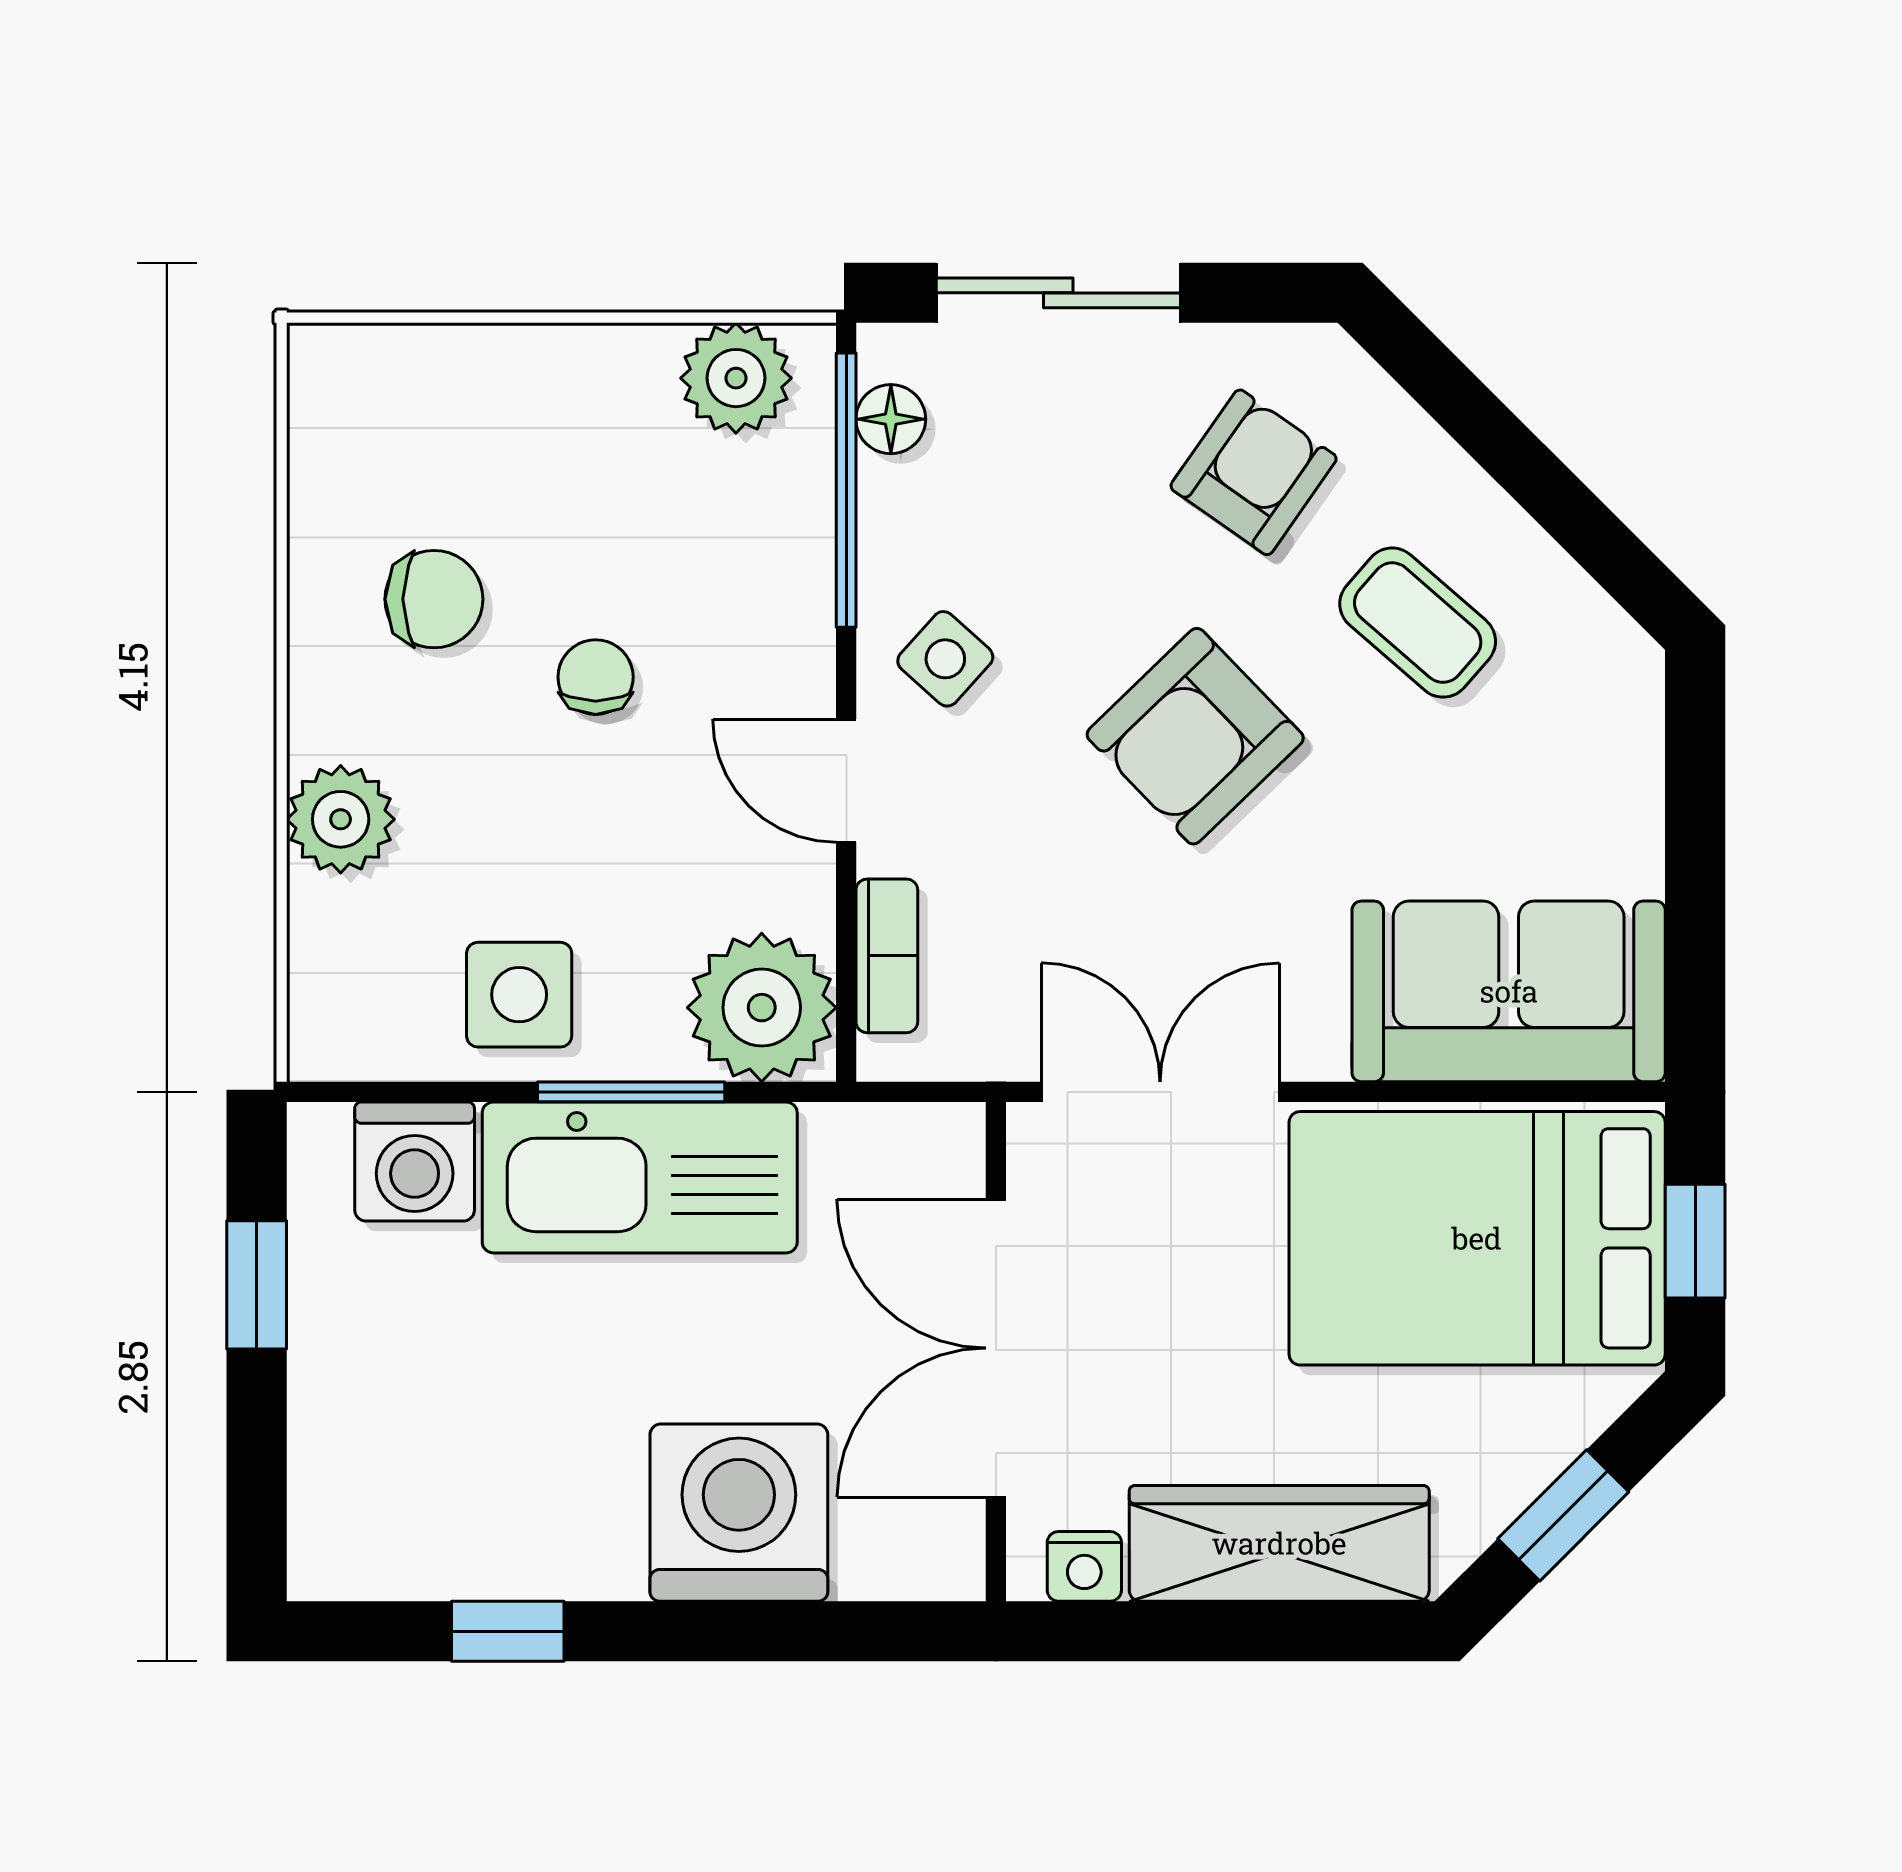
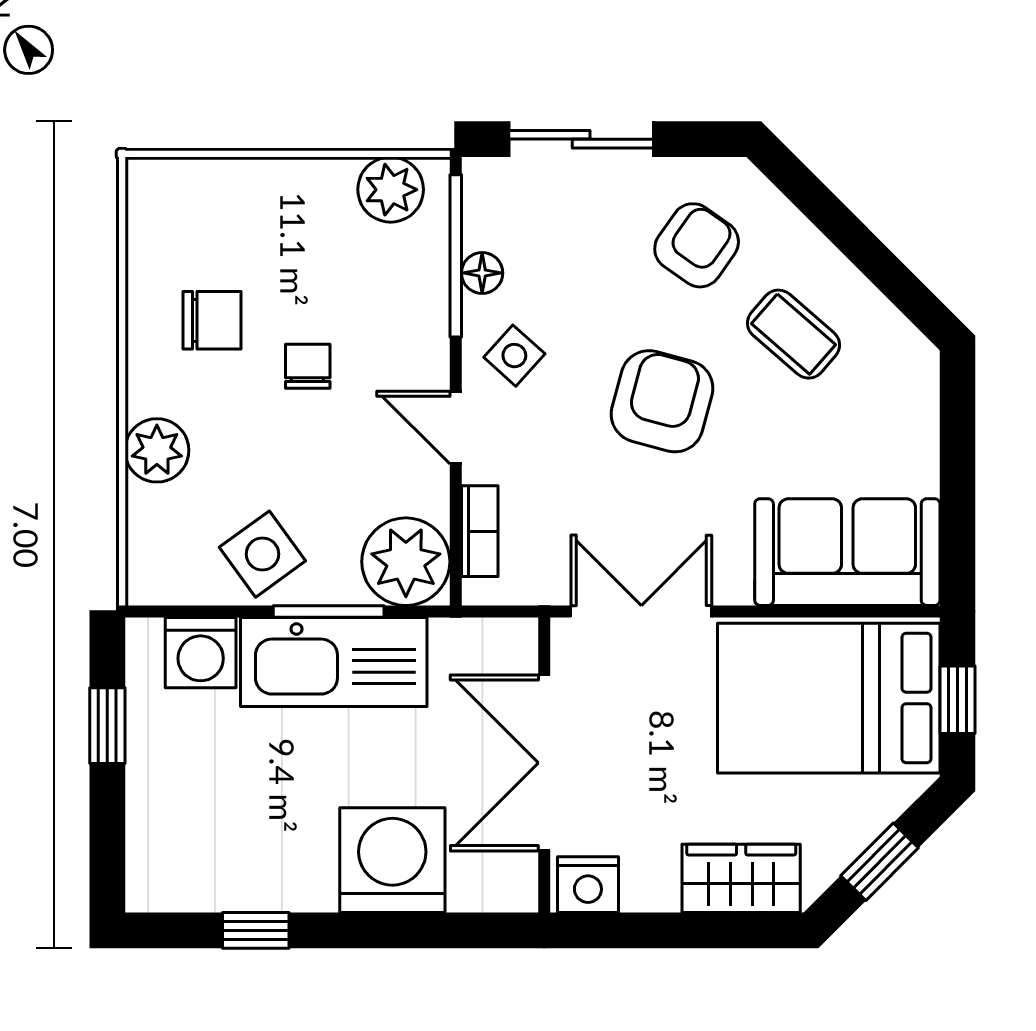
floor lamp: (891, 419) -> (482, 273), moved
armchair: (1195, 736) -> (662, 401), turned 149
side table: (519, 995) -> (262, 554), turned -36
wardrobe: (1279, 1543) -> (741, 878), width x0.67
nightstand: (1084, 1566) -> (588, 885), width x1.39, depth x1.35

